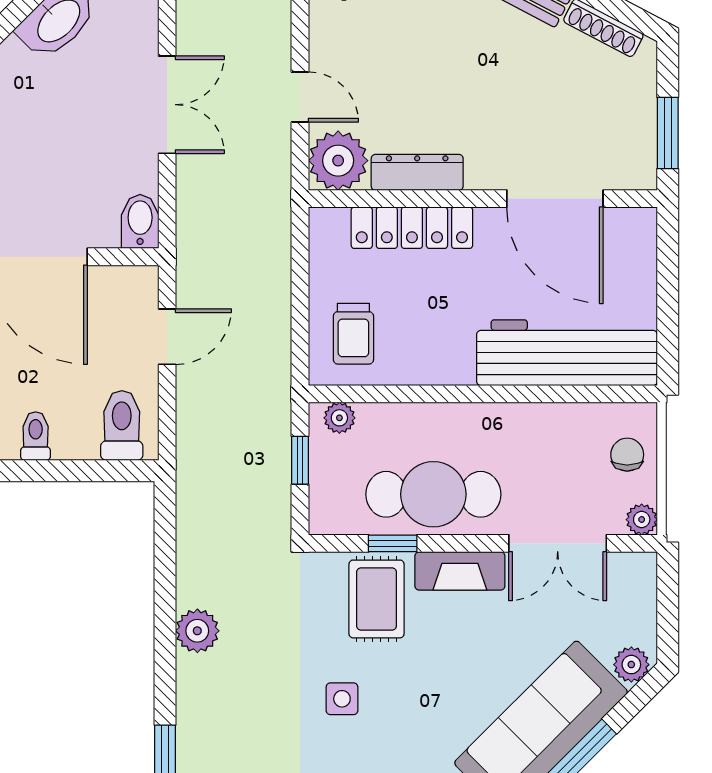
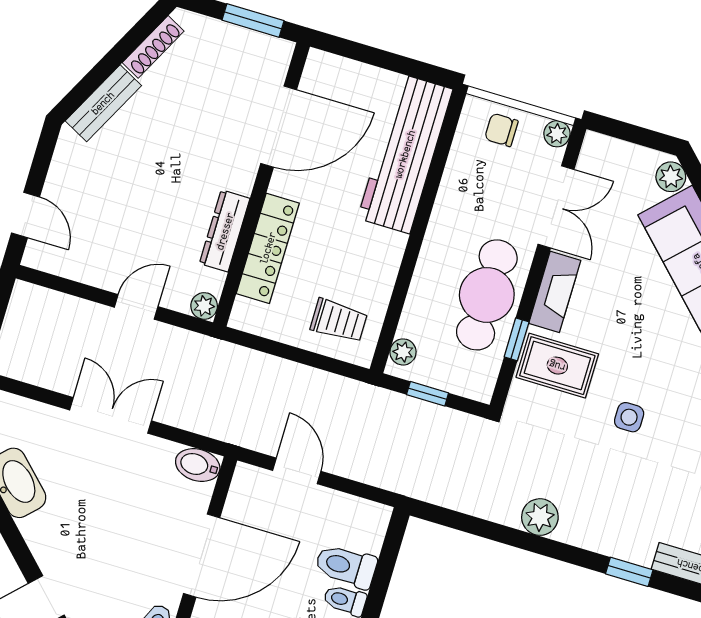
plant: (338, 161) -> (204, 306), width x0.53, depth x0.53
toilet: (122, 426) -> (346, 566), moved

